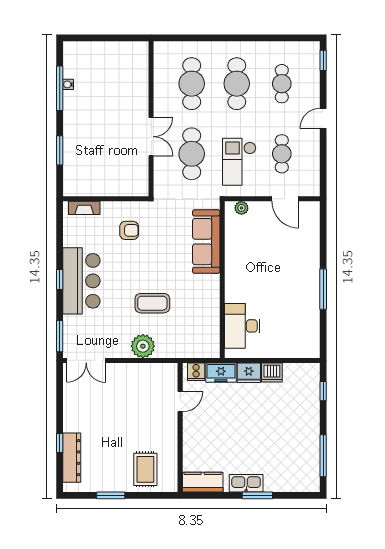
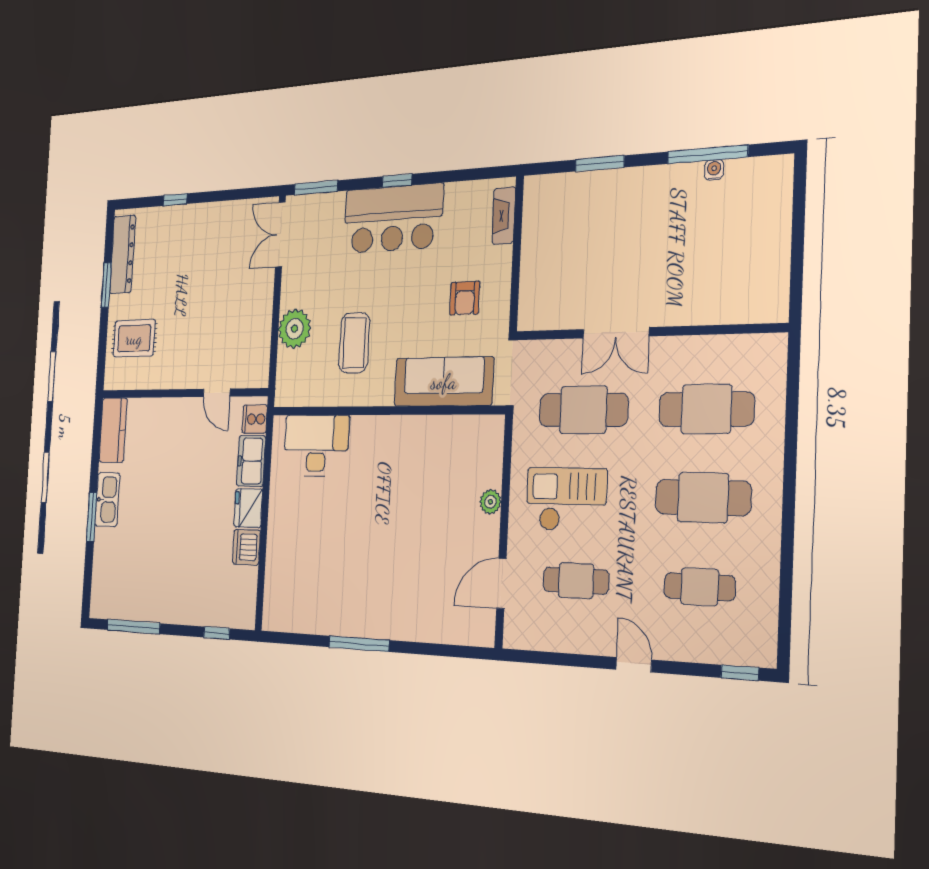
sofa: (206, 242) -> (444, 382), moved
wall: (222, 280) -> (385, 411), moved
desk: (242, 326) -> (316, 446), moved
dresser: (72, 458) -> (123, 254), moved, turned -90

